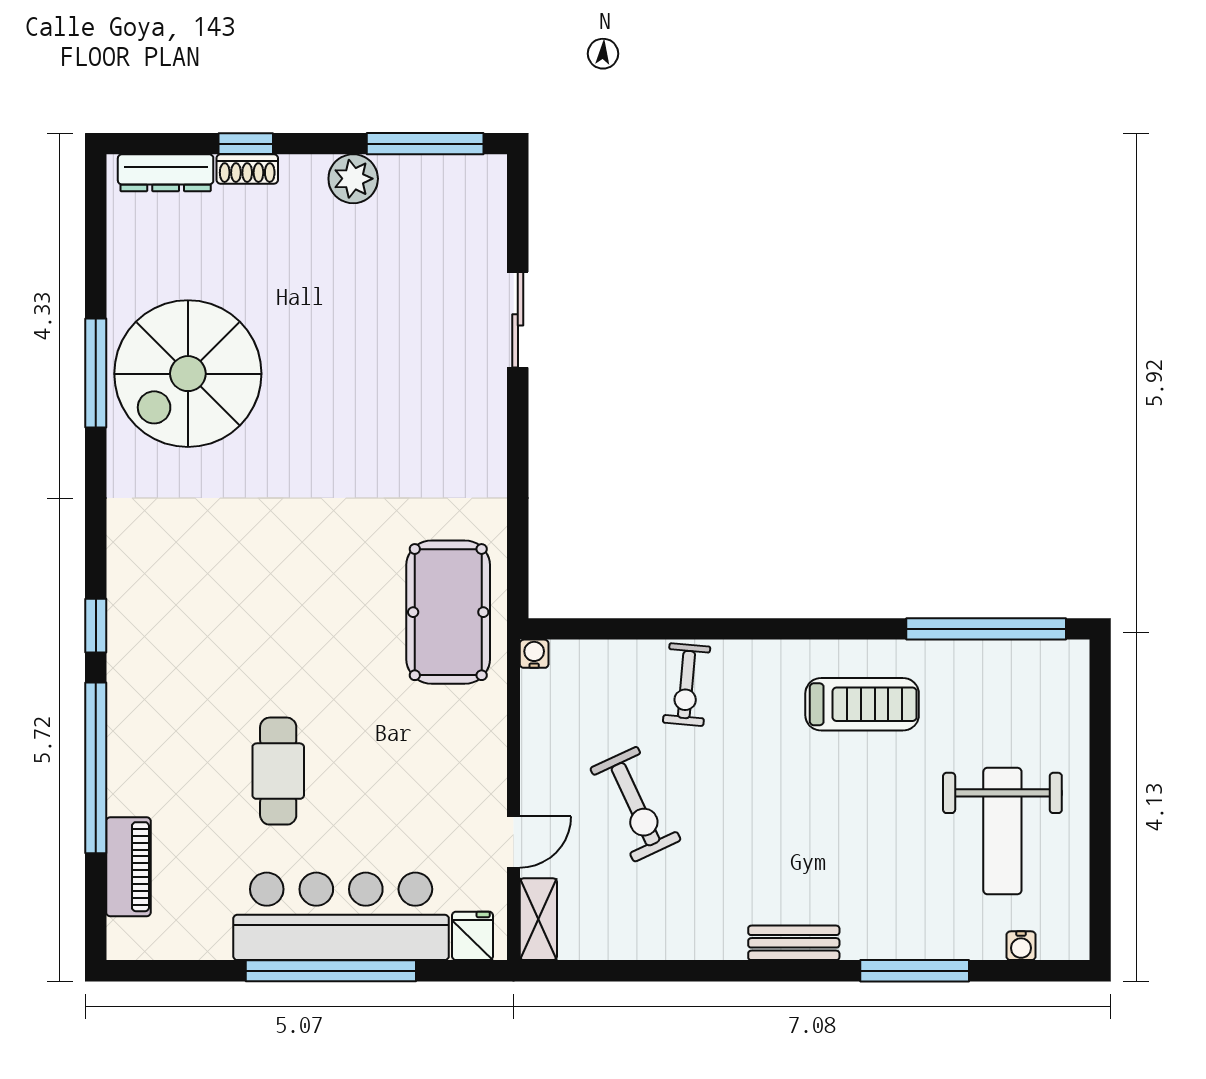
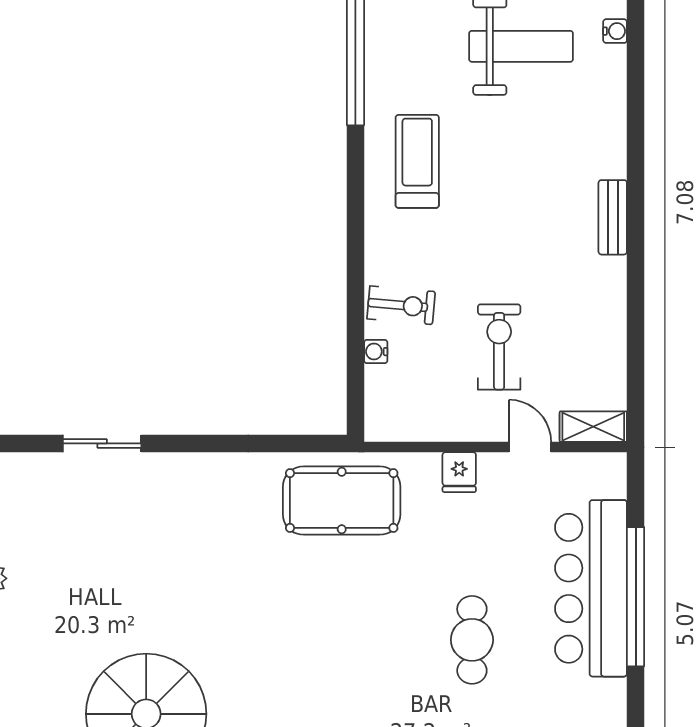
water cooler: (534, 654) -> (376, 352), moved
cafe table: (278, 771) -> (472, 640), turned 90
exercise bike: (636, 804) -> (499, 347), turned -65
fridge: (473, 936) -> (459, 472), moved, turned -90
window: (915, 971) -> (636, 118), removed

